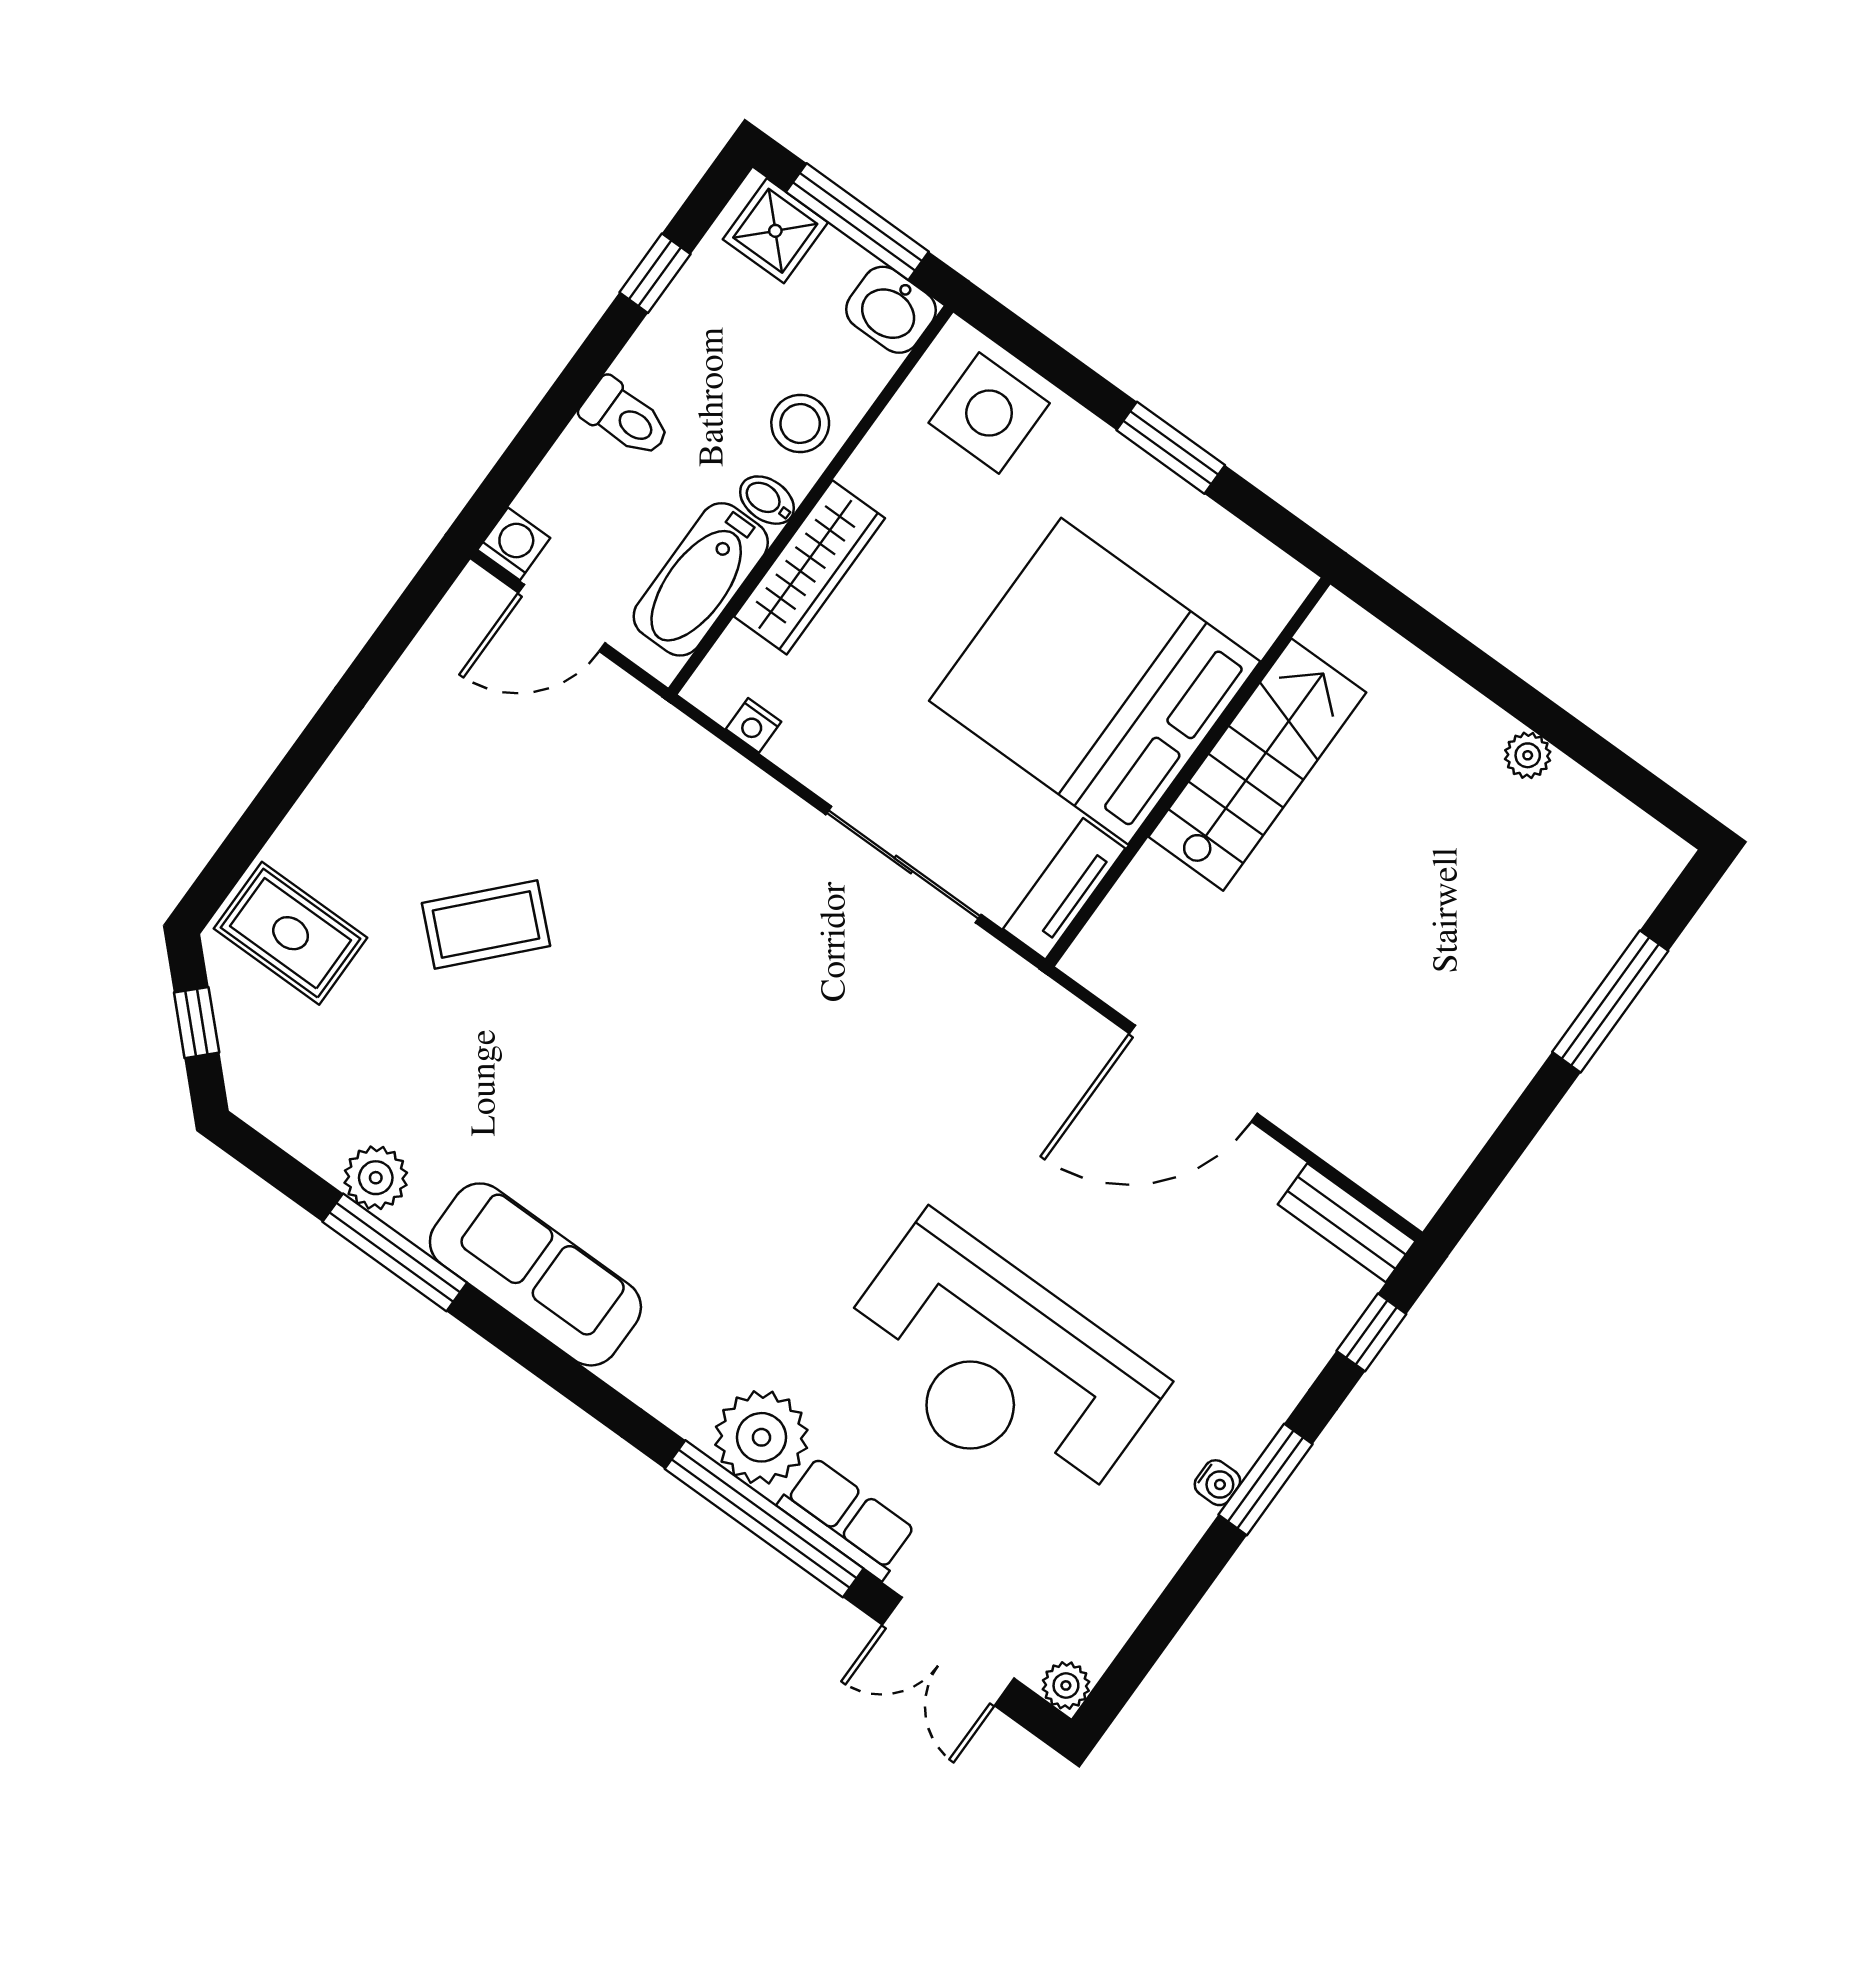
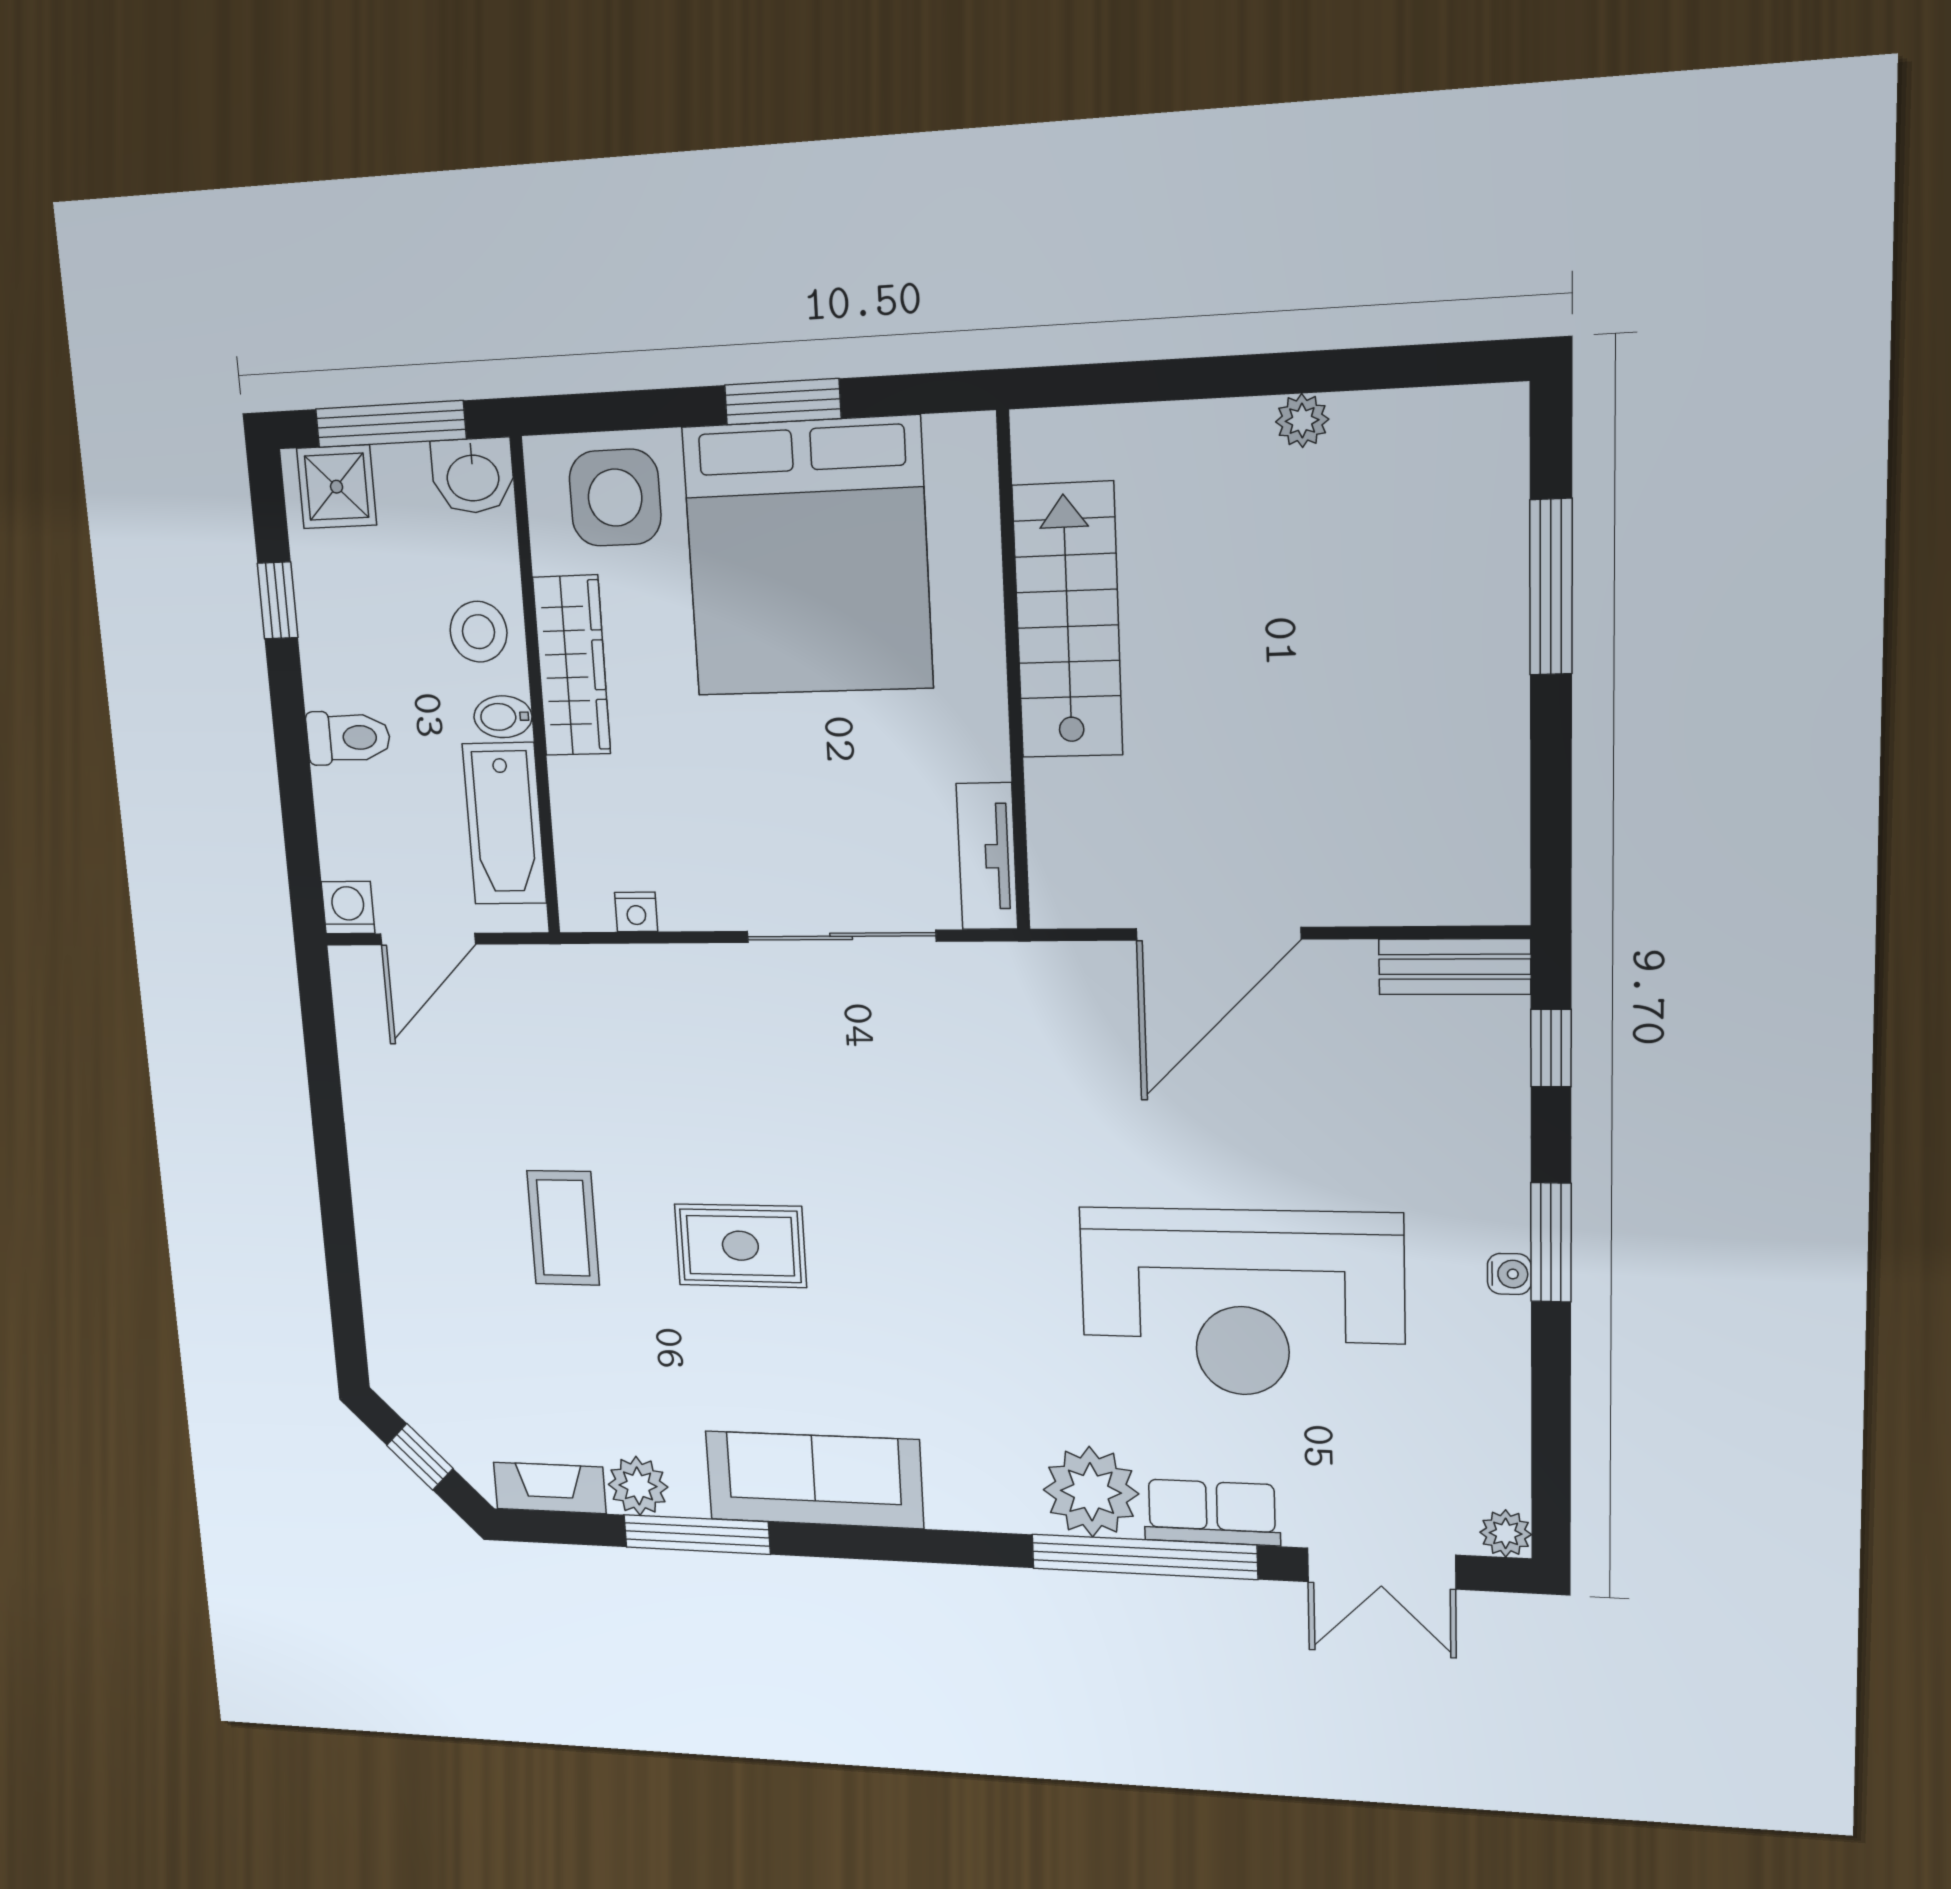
wardrobe: (810, 567) -> (572, 666), moved
bed: (1095, 681) -> (807, 558), moved, turned -90
coffee table: (486, 924) -> (563, 1228), turned -43
rug: (291, 933) -> (740, 1246), moved
fireplace: (294, 1127) -> (550, 1488), added

